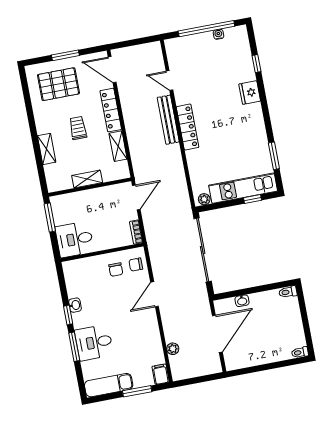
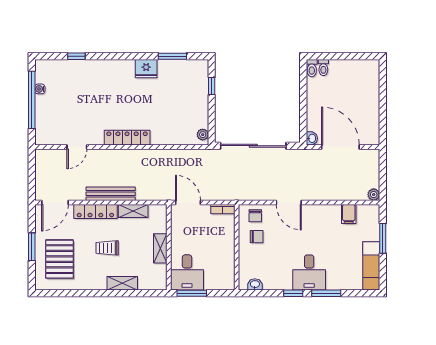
fridge: (250, 93) -> (146, 69), moved
bench: (168, 120) -> (111, 194), moved
kitchen unit: (243, 188) -> (199, 93), removed
desk: (75, 239) -> (187, 272), moved
washbasin: (242, 301) -> (312, 138), moved
washbasin: (75, 305) -> (255, 284), moved
desk: (94, 343) -> (309, 272), moved
plant: (173, 349) -> (374, 195), moved
toilet: (300, 352) -> (323, 68), moved
filing cabinet: (161, 374) -> (349, 214), moved, turned -90

